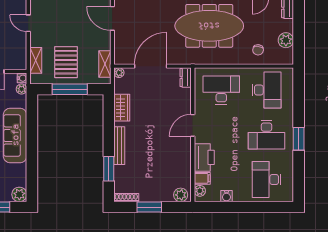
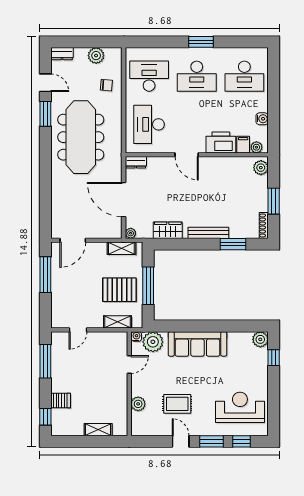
plant: (22, 89) -> (153, 342), width x1.87, depth x1.87
desk: (267, 135) -> (197, 76), turned 90

